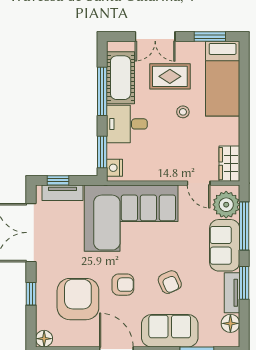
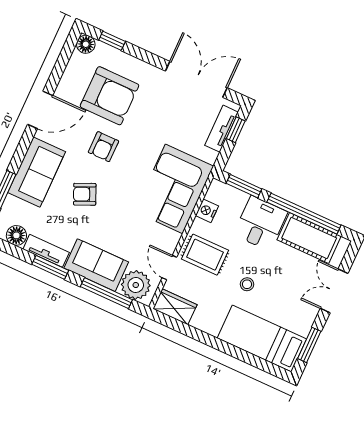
rug: (170, 76) -> (205, 255), moved, turned 90
window: (102, 91) -> (304, 214), width x1.46
nightstand: (114, 168) -> (207, 211), moved, turned -90
door: (199, 183) -> (169, 267), hinge flipped
corner sofa: (131, 218) -> (174, 189), width x0.73, depth x0.74
window: (31, 294) -> (112, 41), moved

